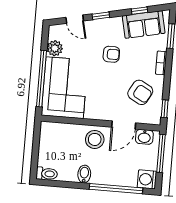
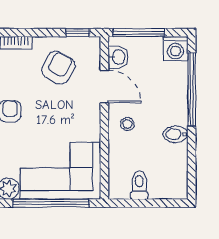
stool: (95, 139) -> (127, 124), width x0.53, depth x0.53
toilet: (47, 174) -> (139, 185), moved

